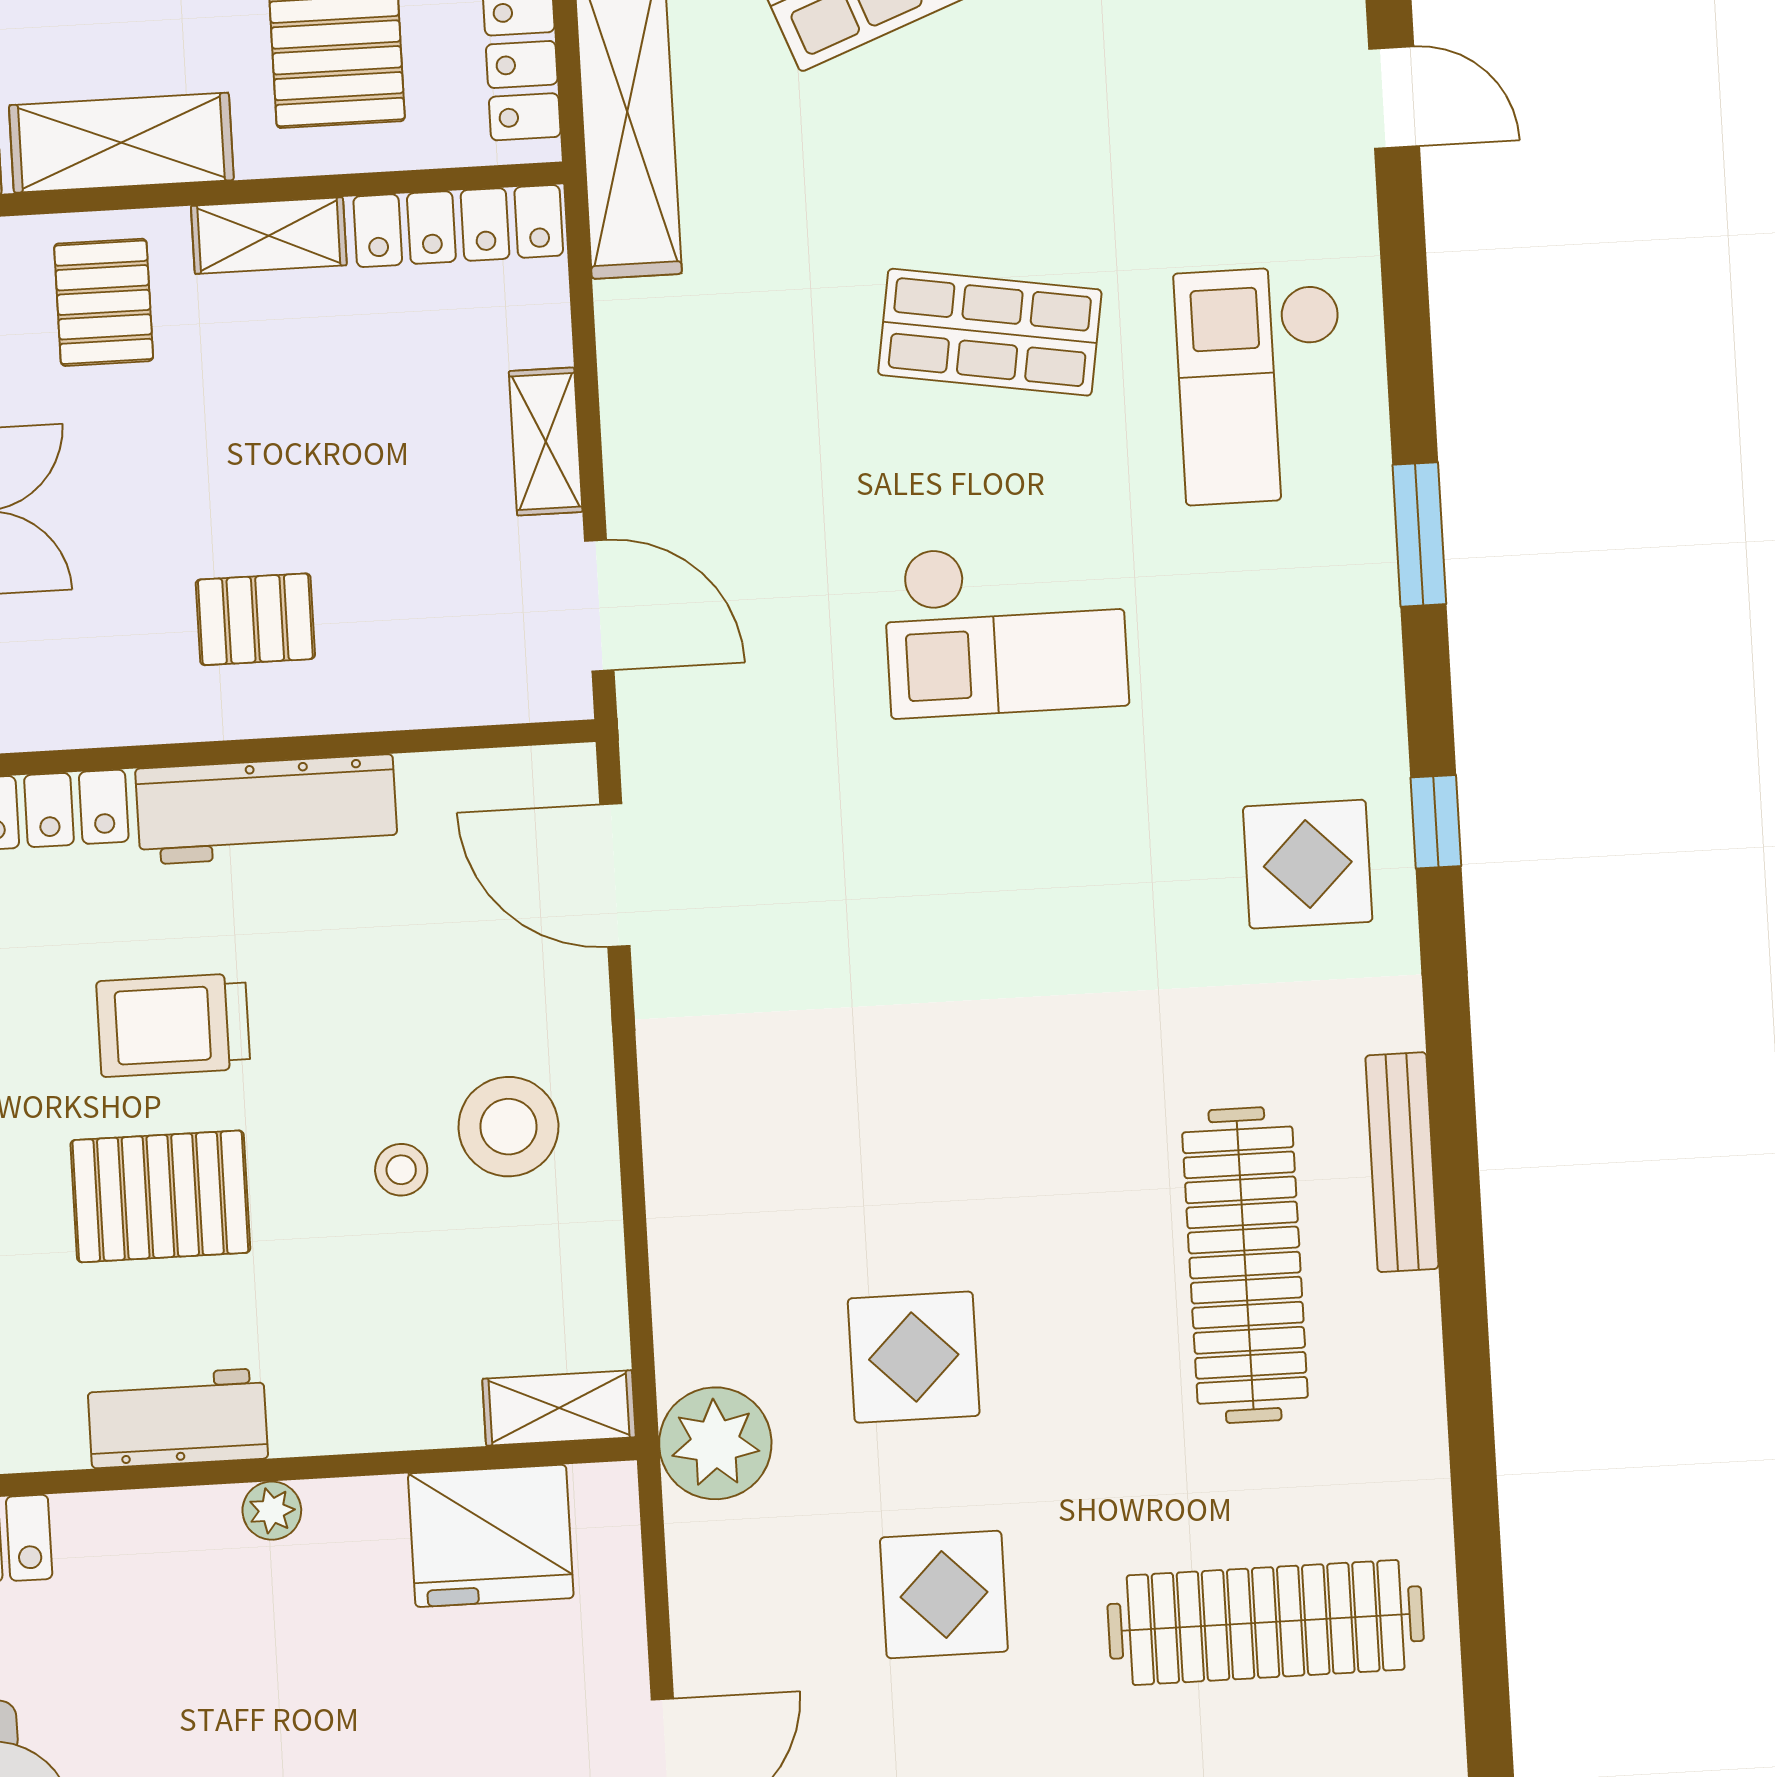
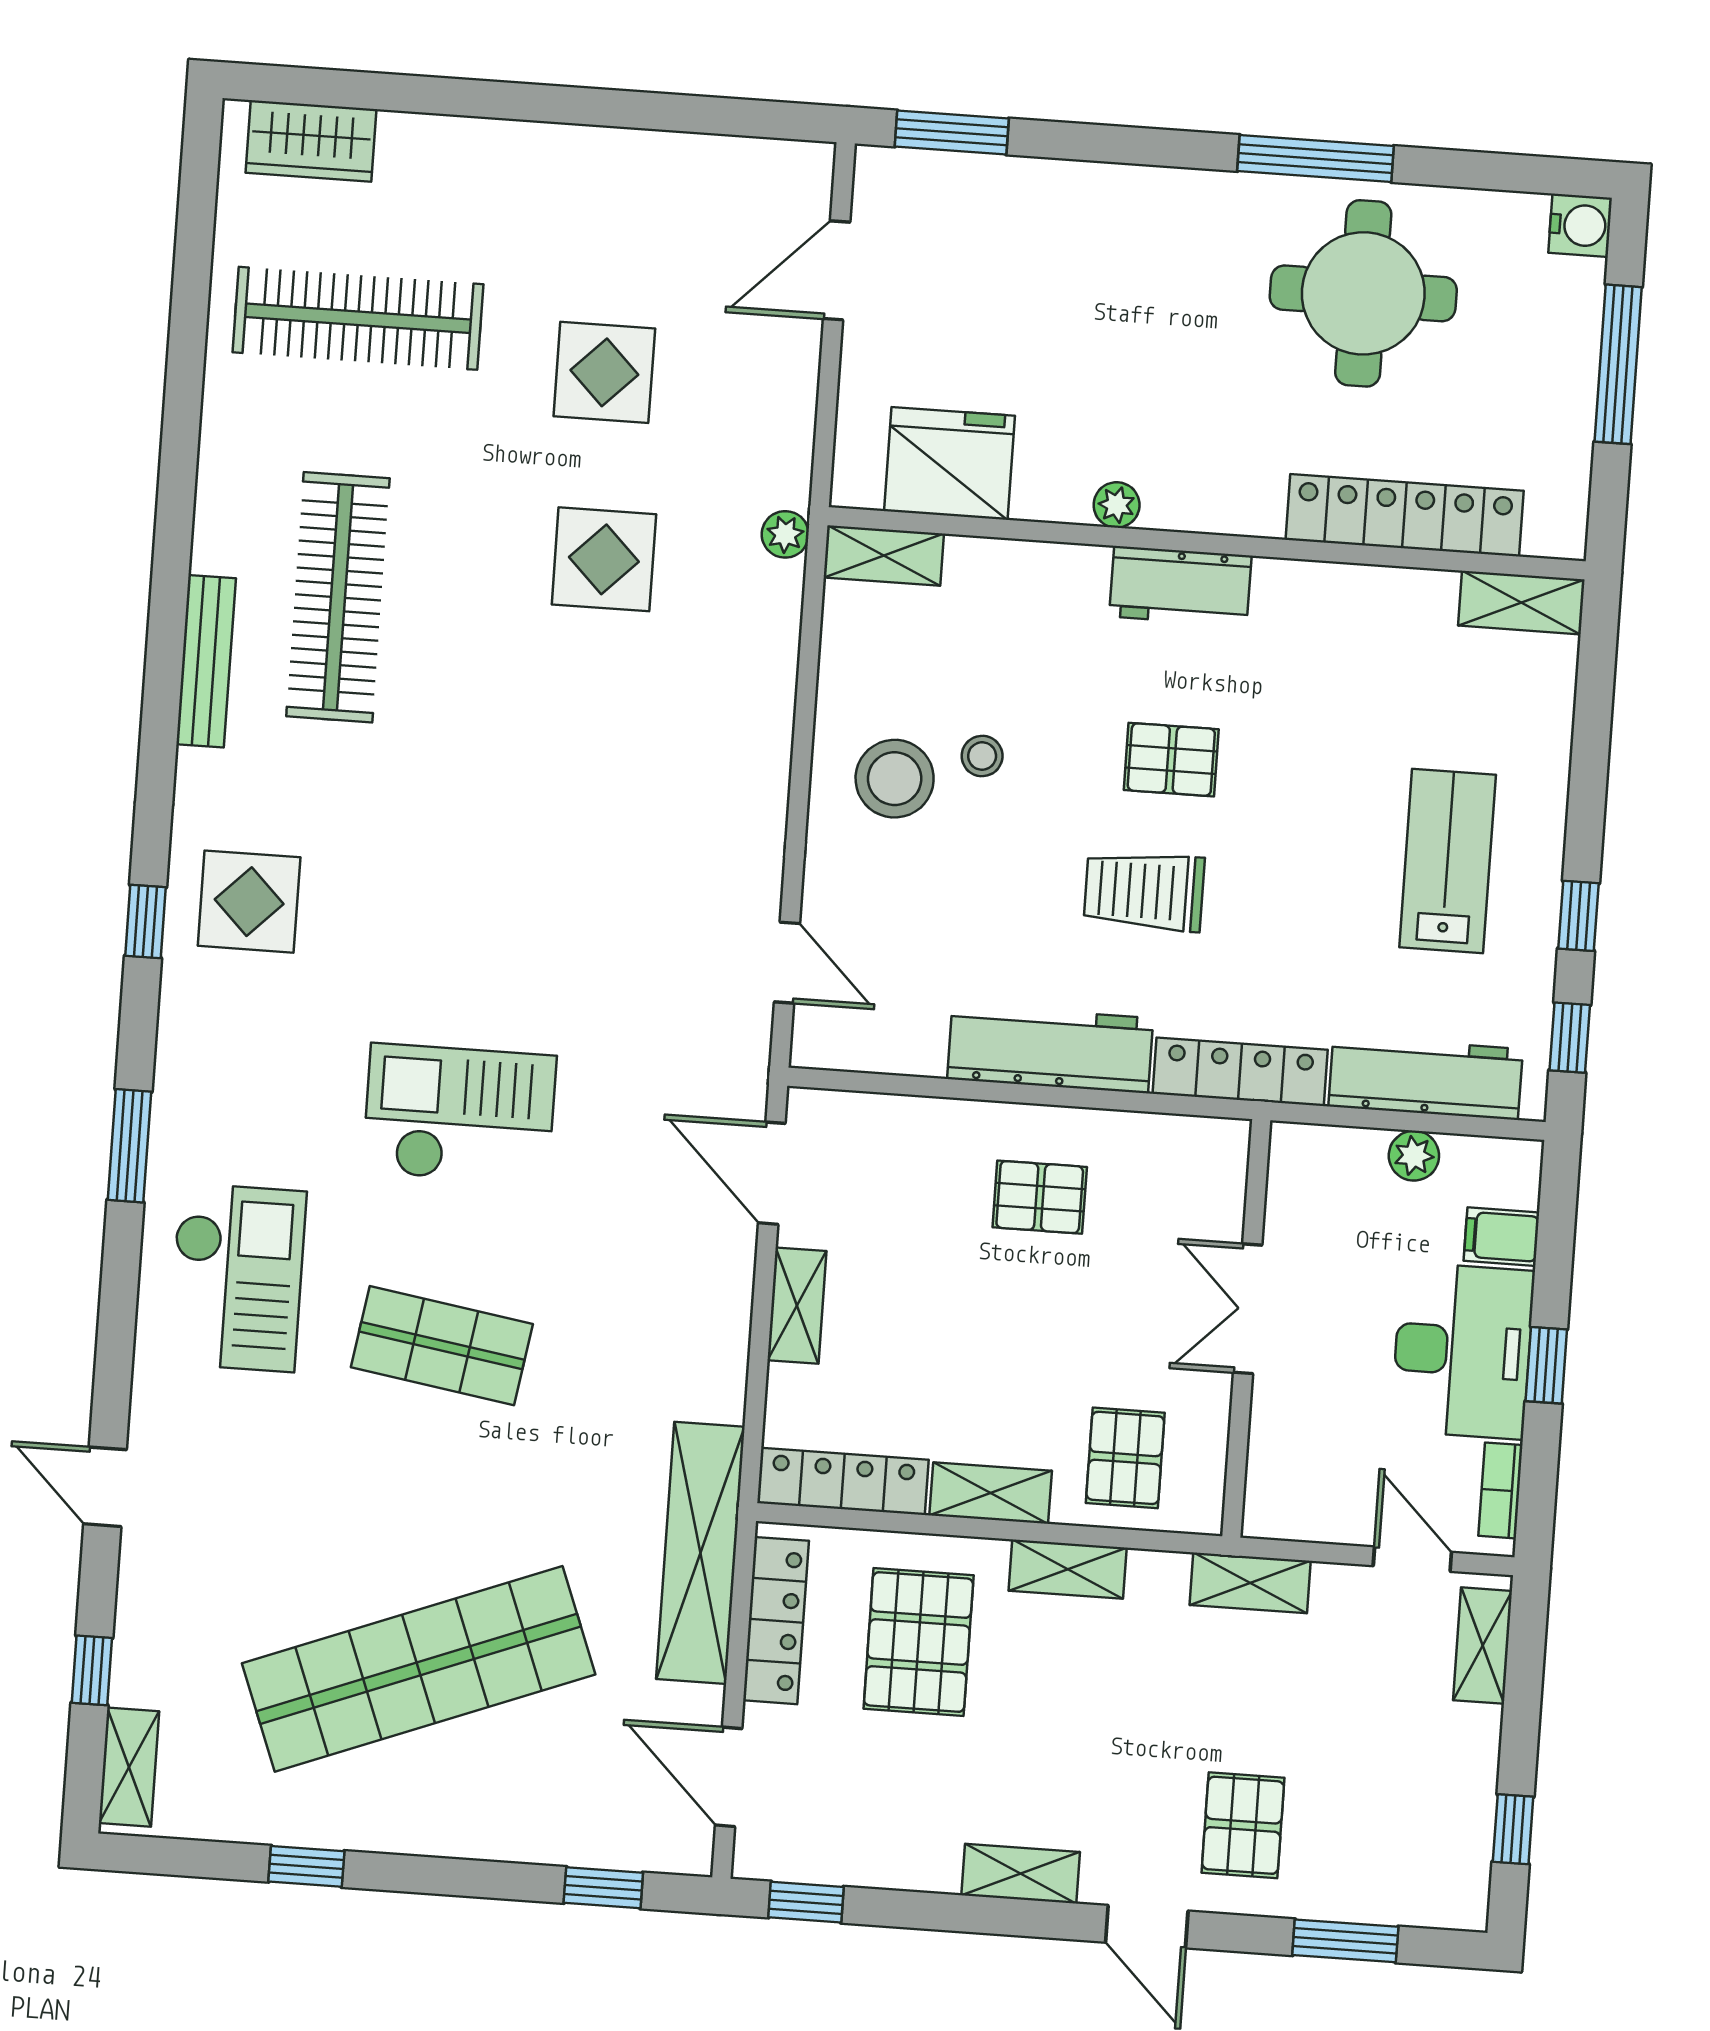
shelving: (121, 143) -> (1068, 1569), width x0.67, depth x0.75
door: (615, 875) -> (787, 963), width x0.73
trolley: (173, 1025) -> (1144, 891), turned 180
pallet: (160, 1196) -> (1171, 760), width x0.67, depth x0.71
plant: (715, 1443) -> (785, 534), width x0.53, depth x0.53

